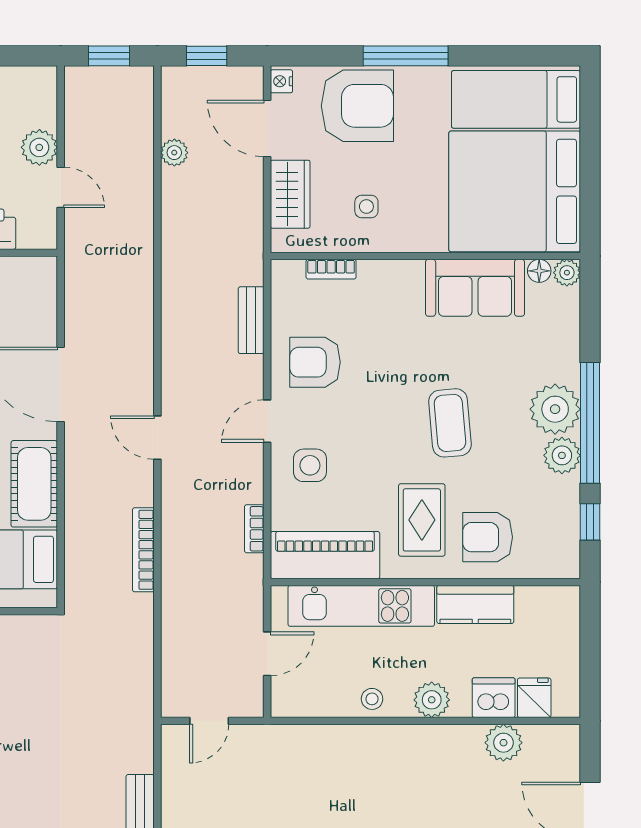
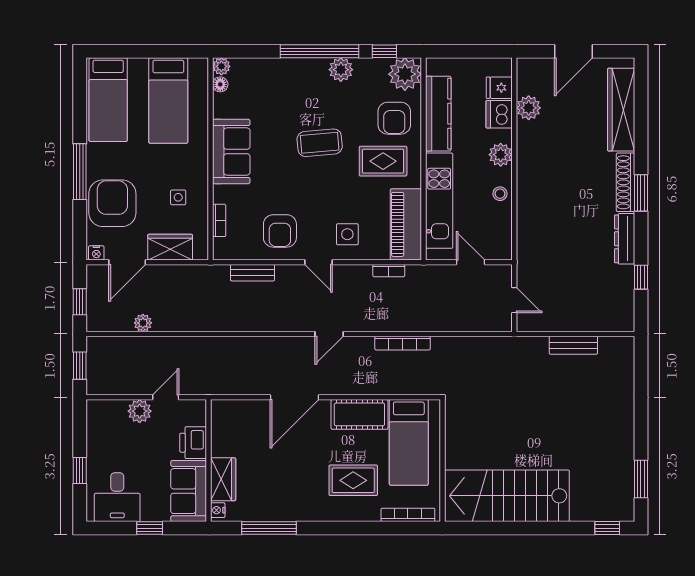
bed: (515, 191) -> (168, 100), width x0.49
sofa: (475, 288) -> (231, 151), moved
plant: (555, 409) -> (405, 74), moved
kitchen counter: (475, 604) -> (438, 114), width x1.50

